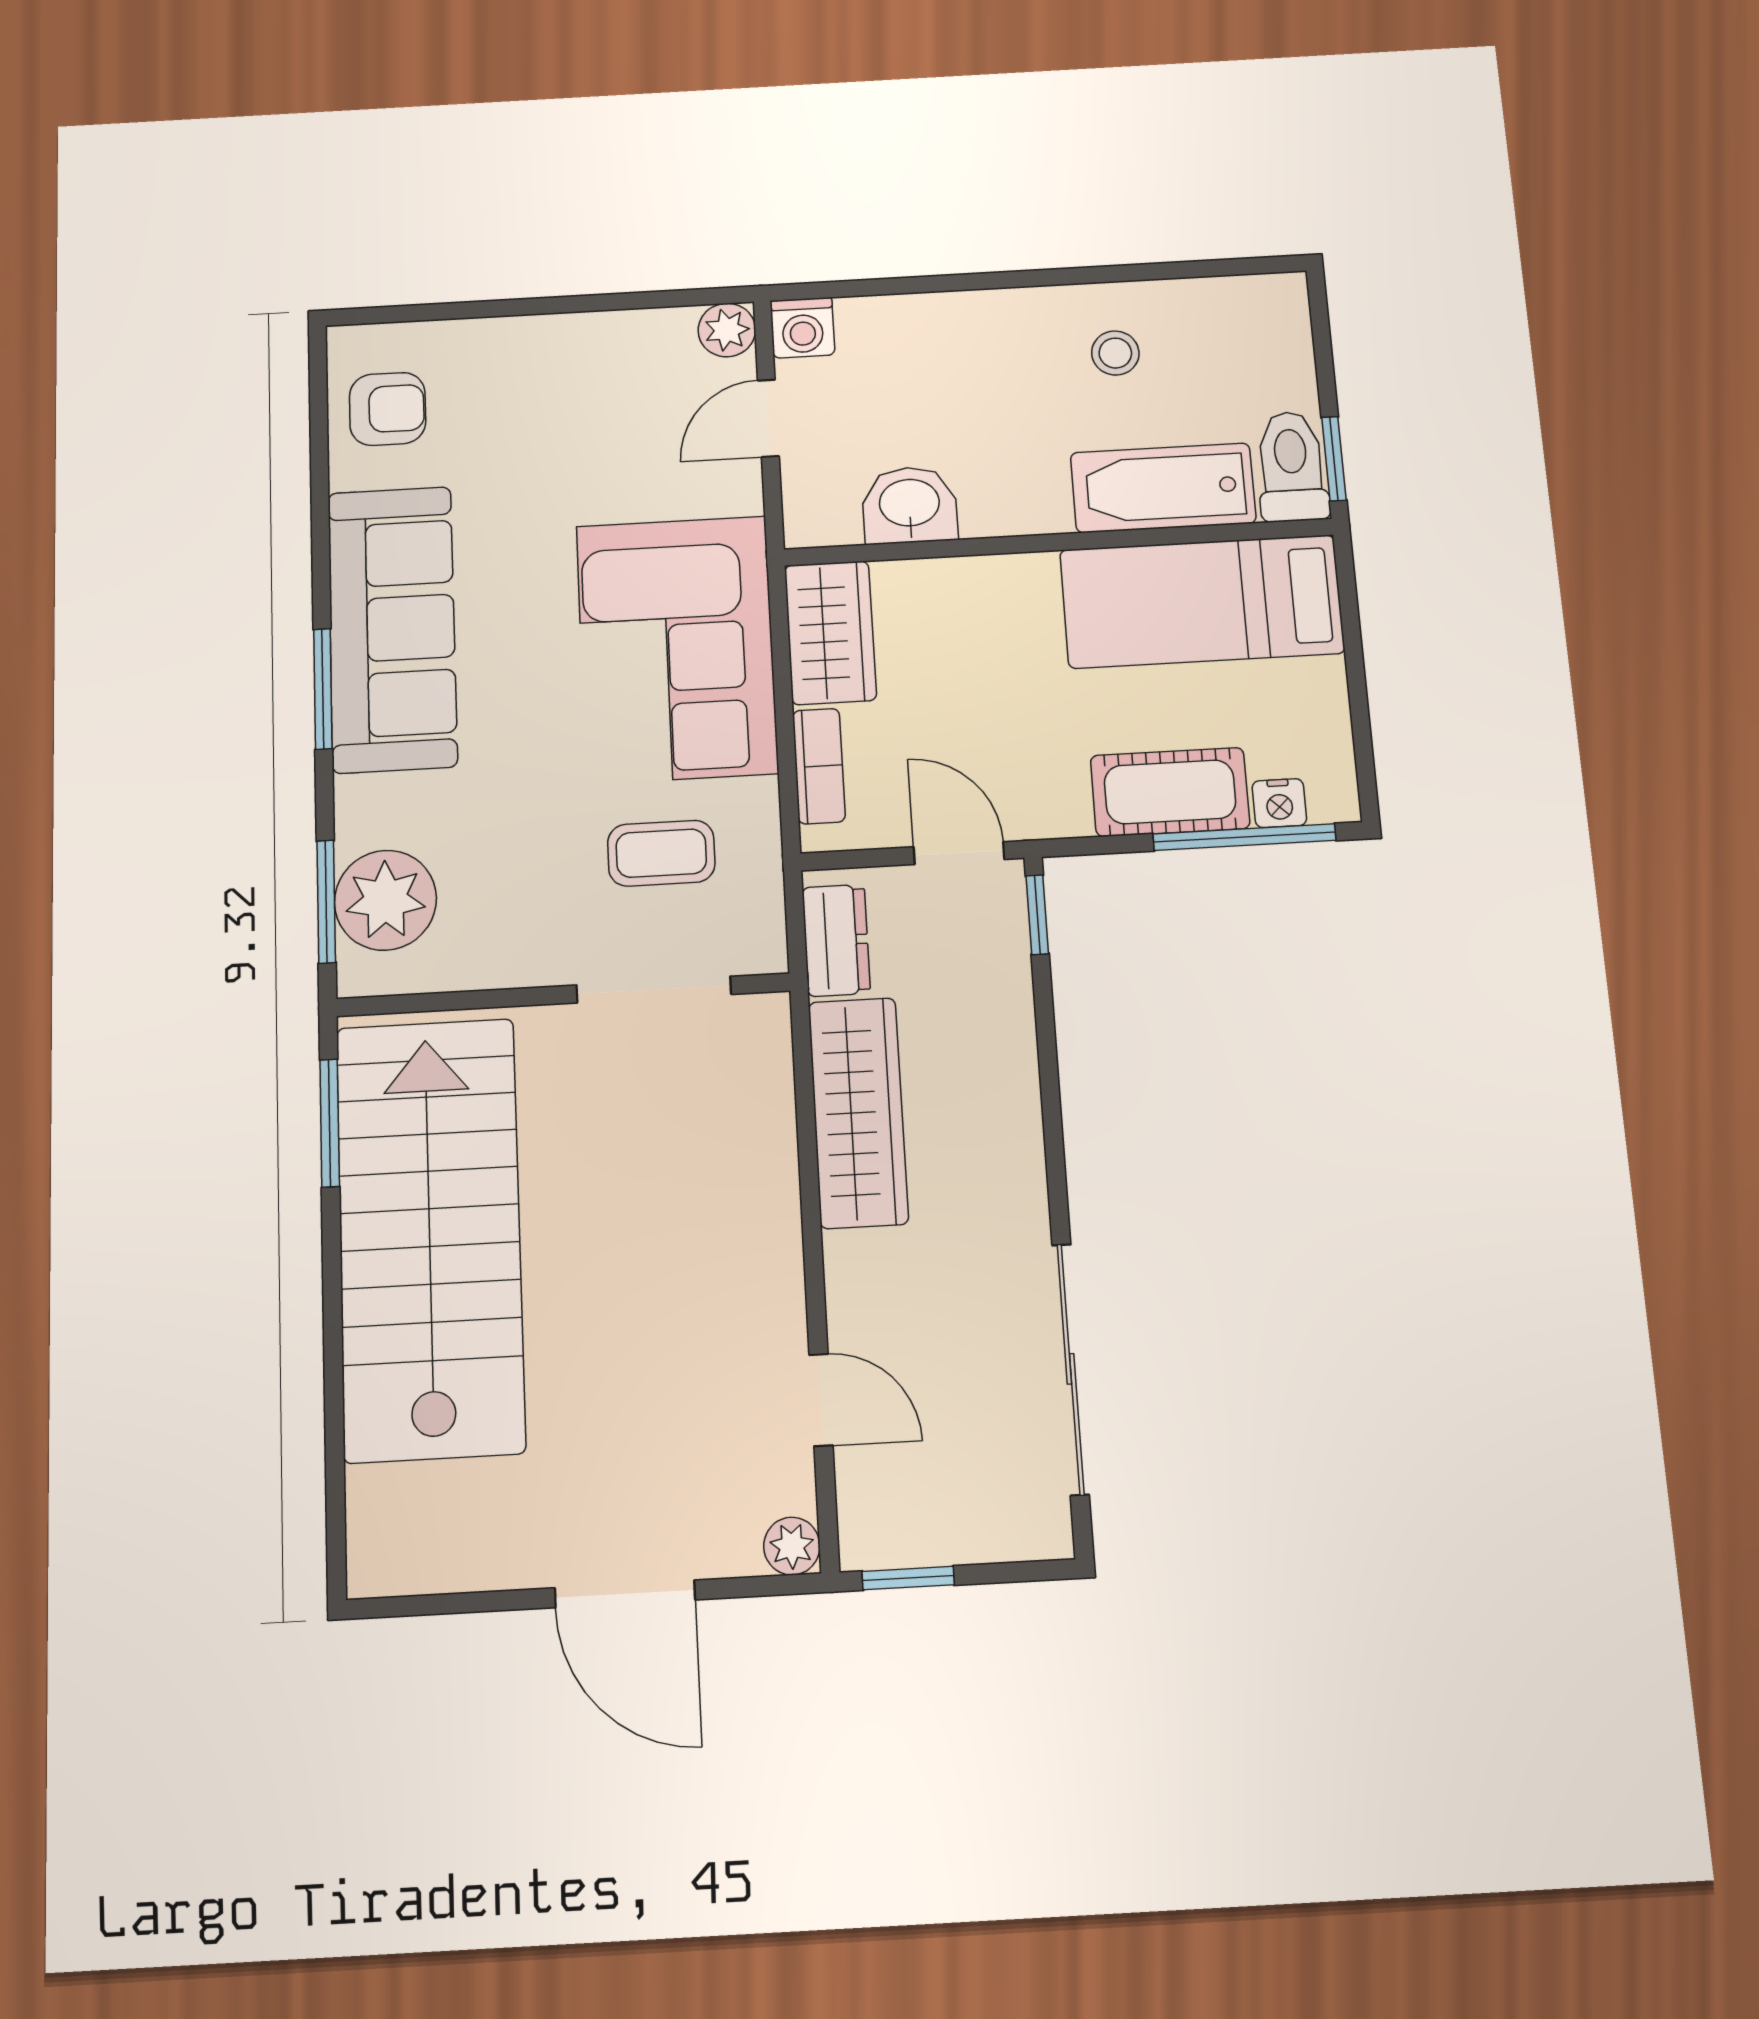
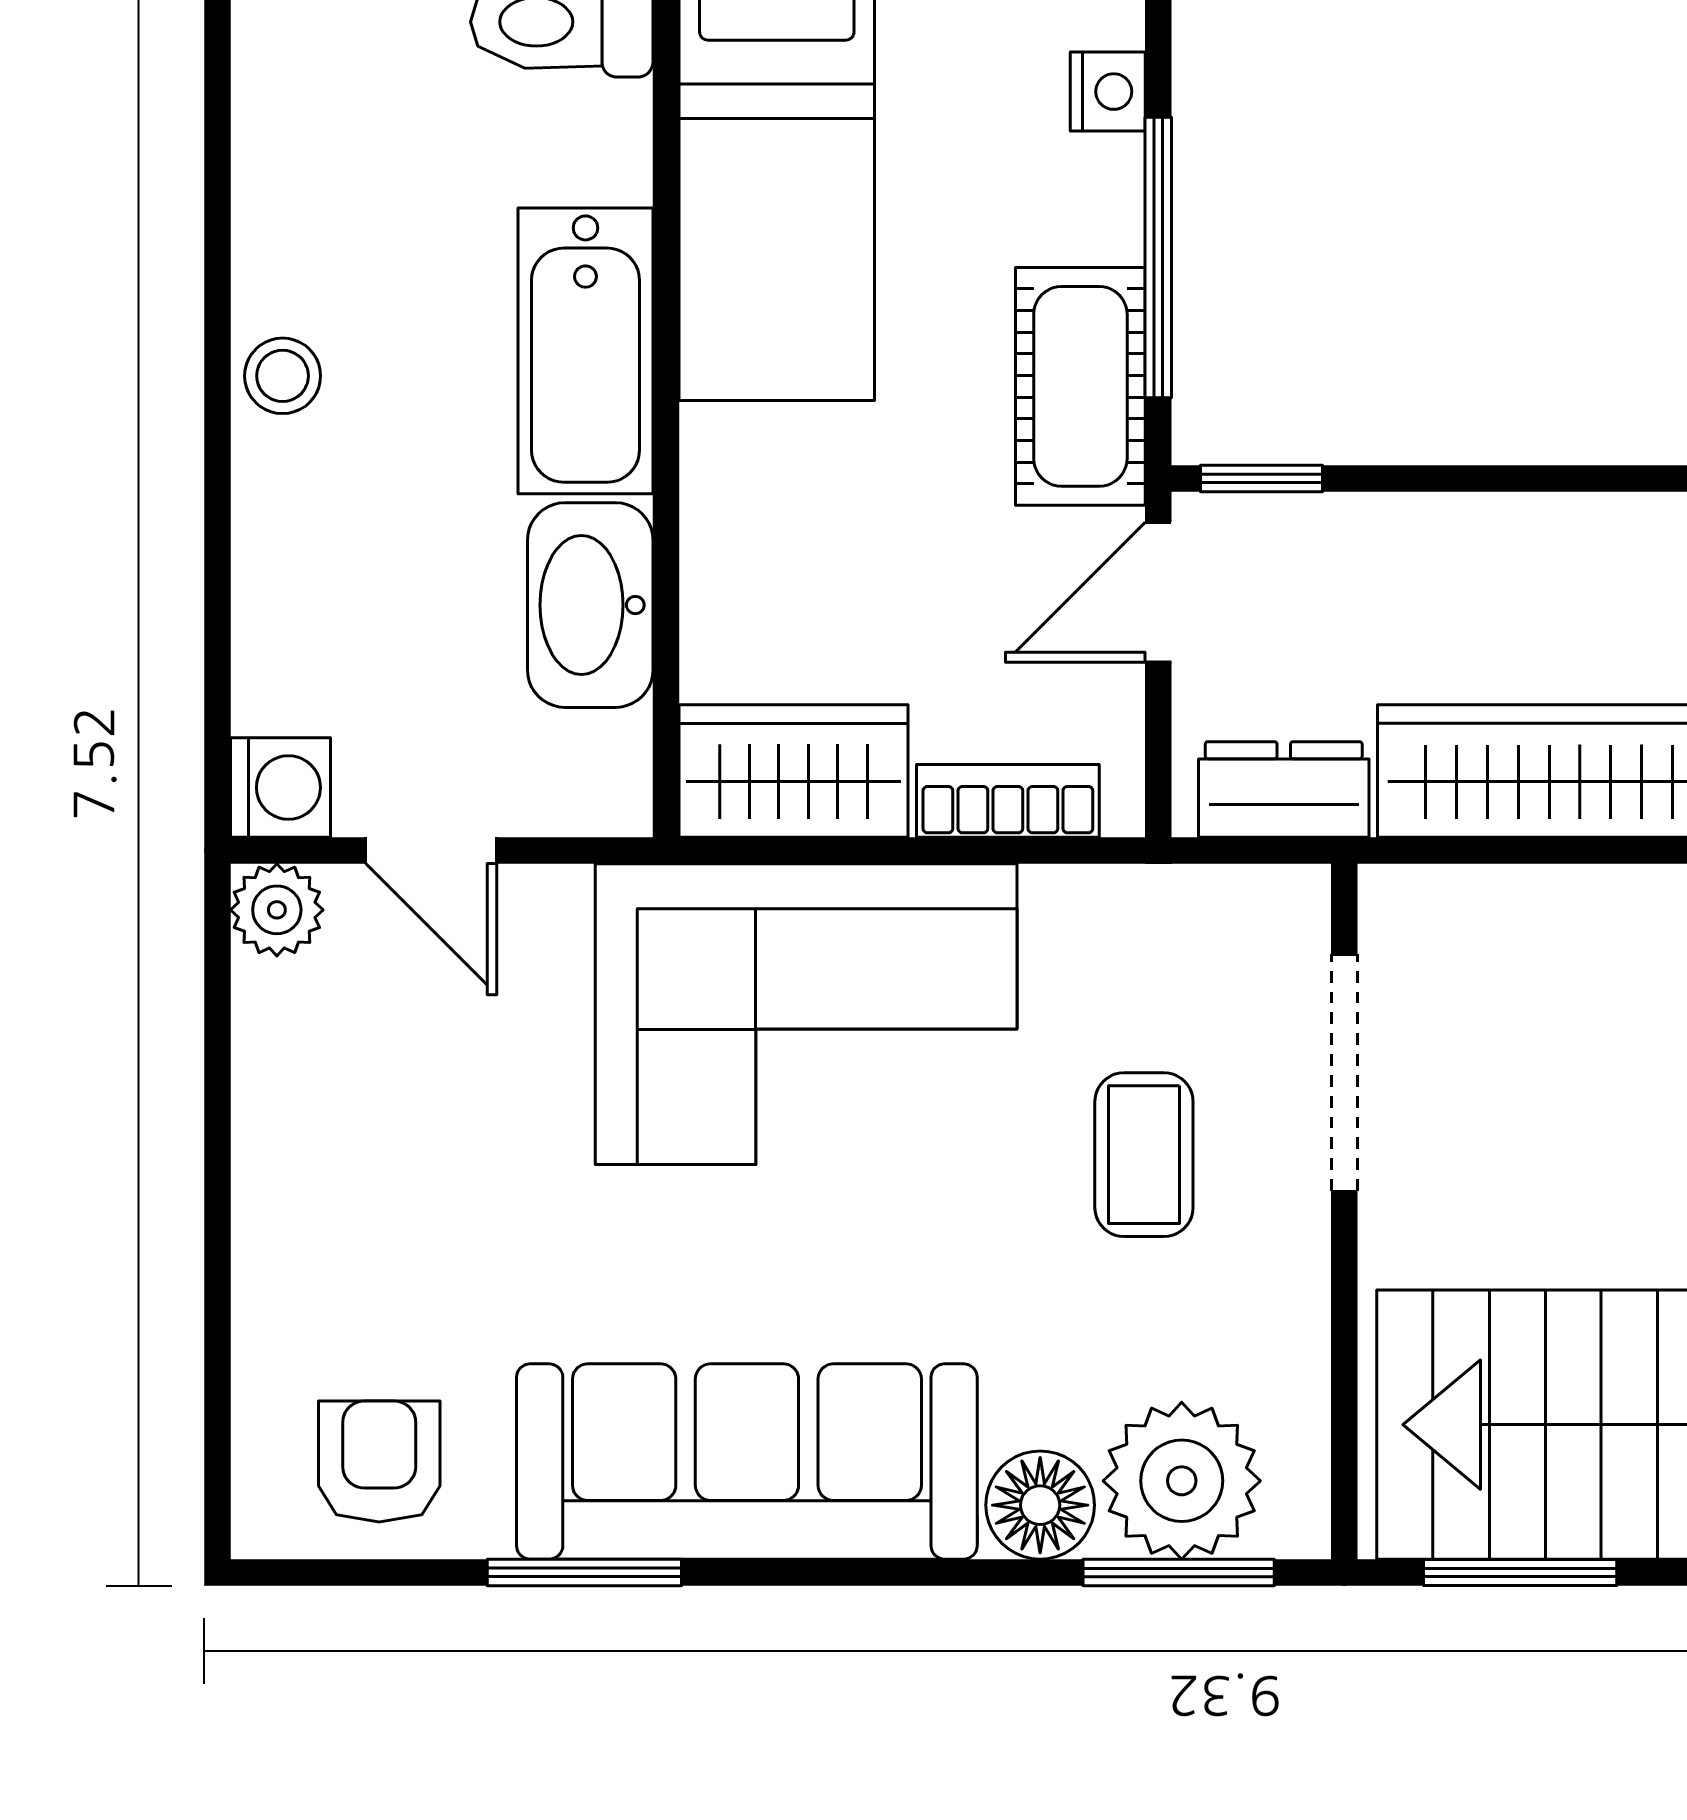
stool: (1115, 353) -> (283, 376), moved
bathtub: (1163, 488) -> (585, 351), moved
washbasin: (910, 505) -> (590, 605), width x1.38
window: (323, 689) -> (584, 1572), moved
cot: (1170, 792) -> (1080, 386), moved
floor lamp: (368, 812) -> (1040, 1505), added
window: (1244, 837) -> (1158, 257), moved
coffee table: (661, 853) -> (1144, 1155), moved

